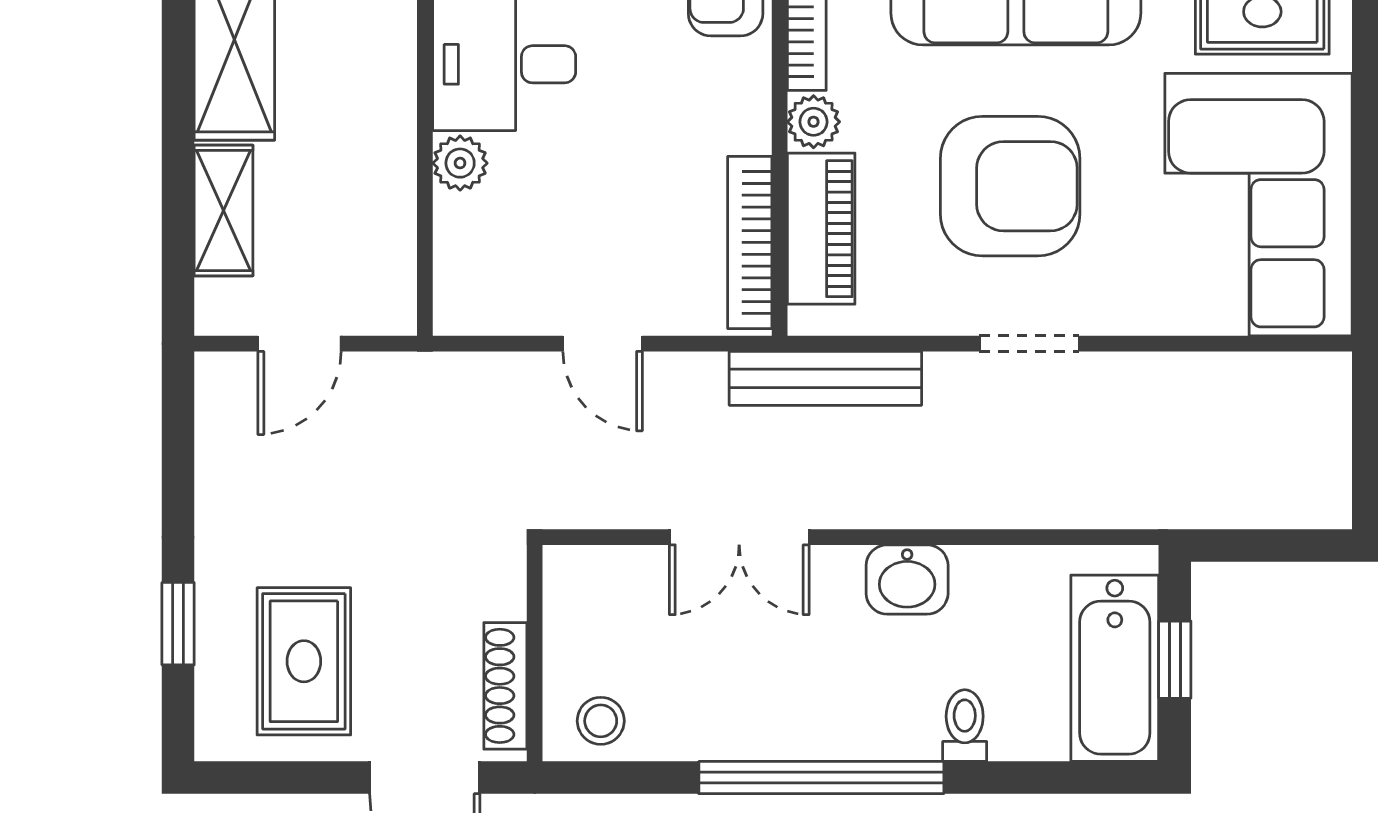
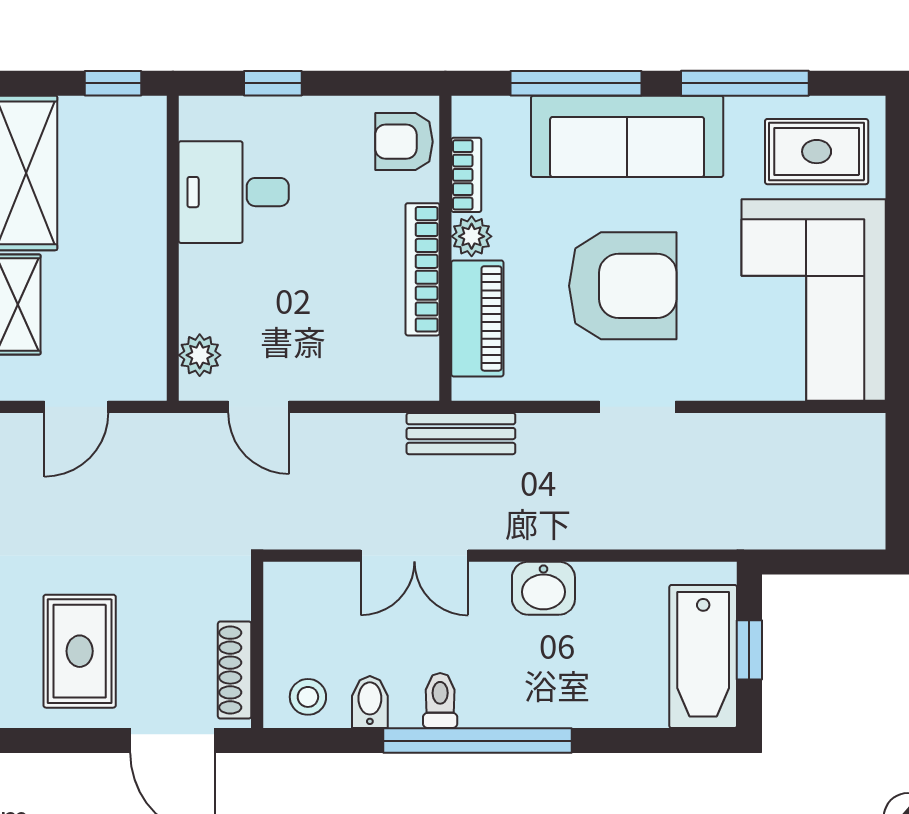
plant: (460, 163) -> (200, 355), moved
bookcase: (750, 242) -> (423, 269), moved
door: (603, 344) -> (259, 407), moved
bench: (825, 378) -> (461, 434), width x0.73
toilet: (965, 726) -> (440, 701), moved
bidet: (681, 728) -> (370, 702), added

